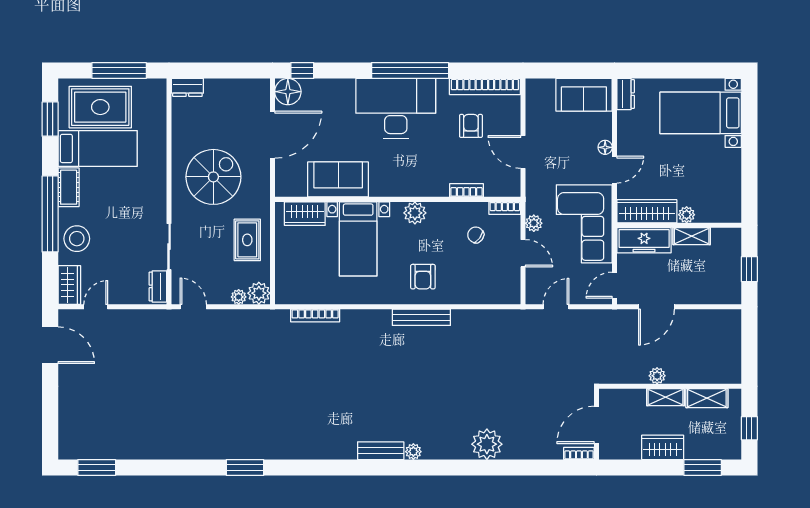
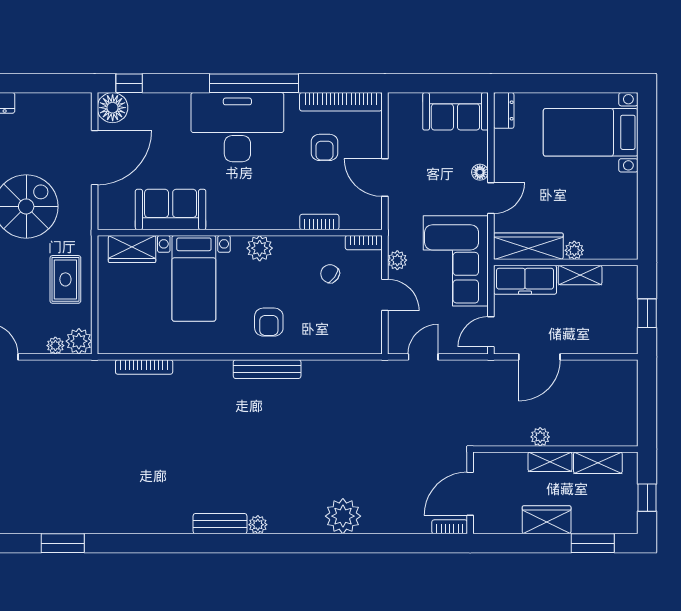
armchair: (471, 126) -> (324, 147), turned 180

